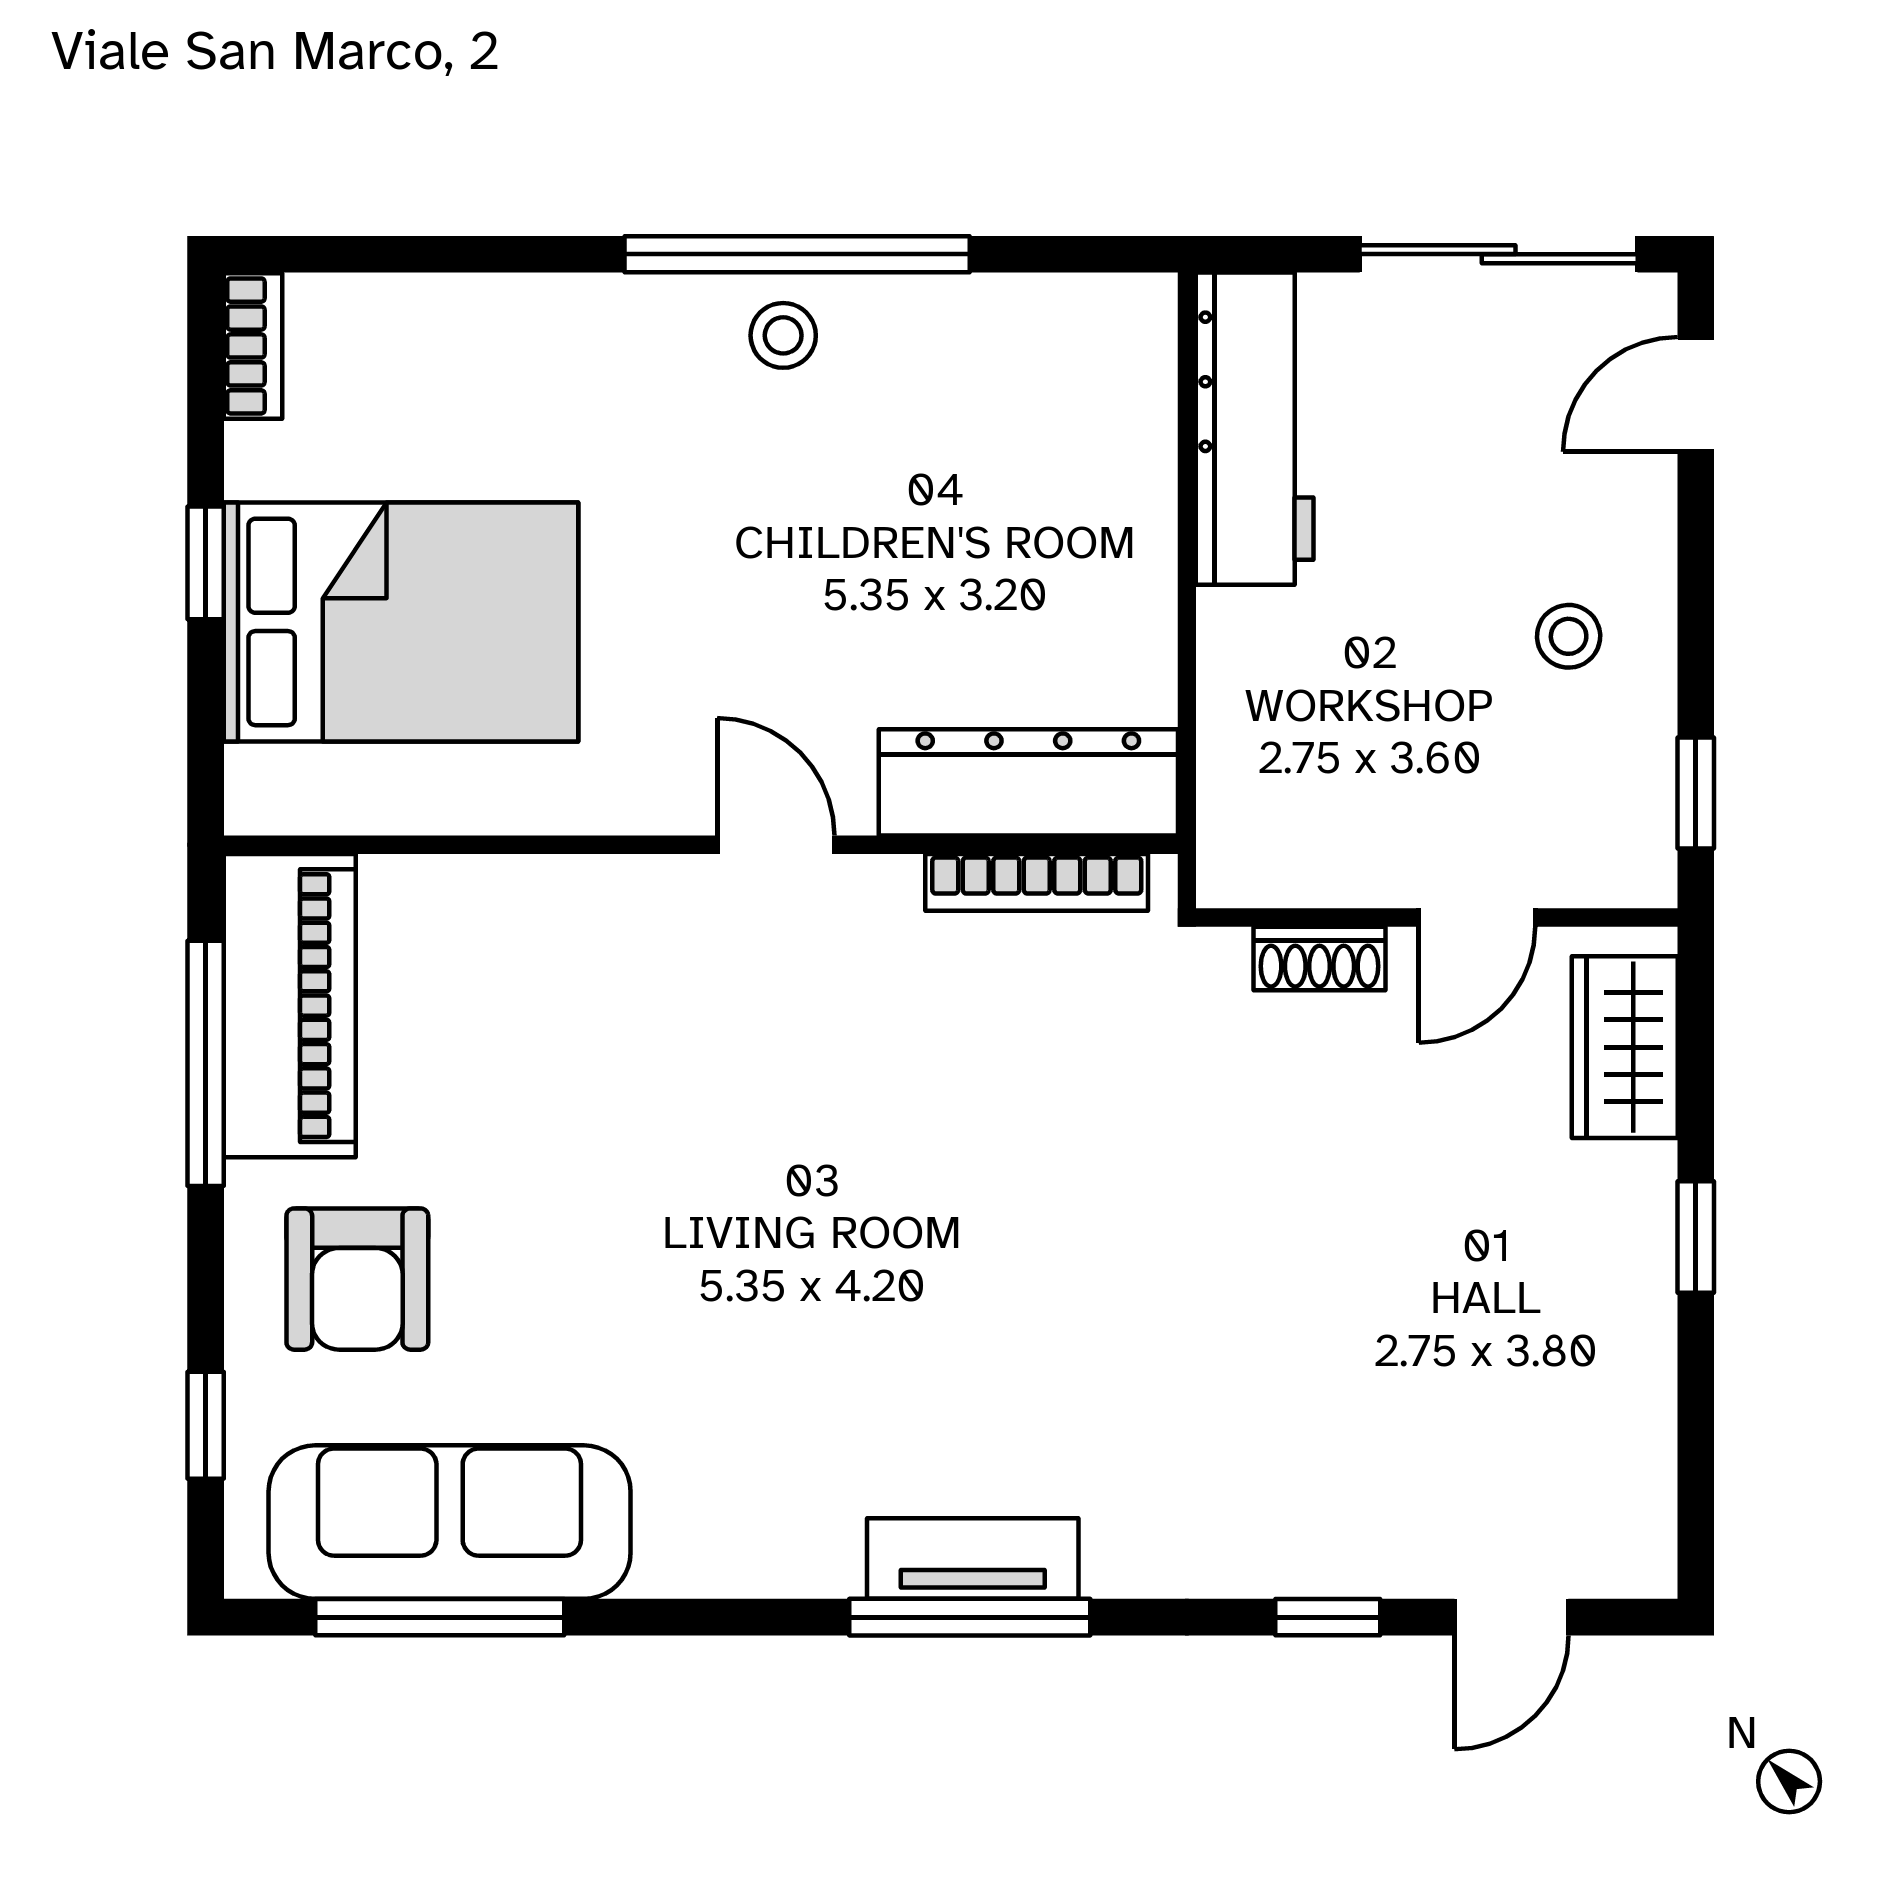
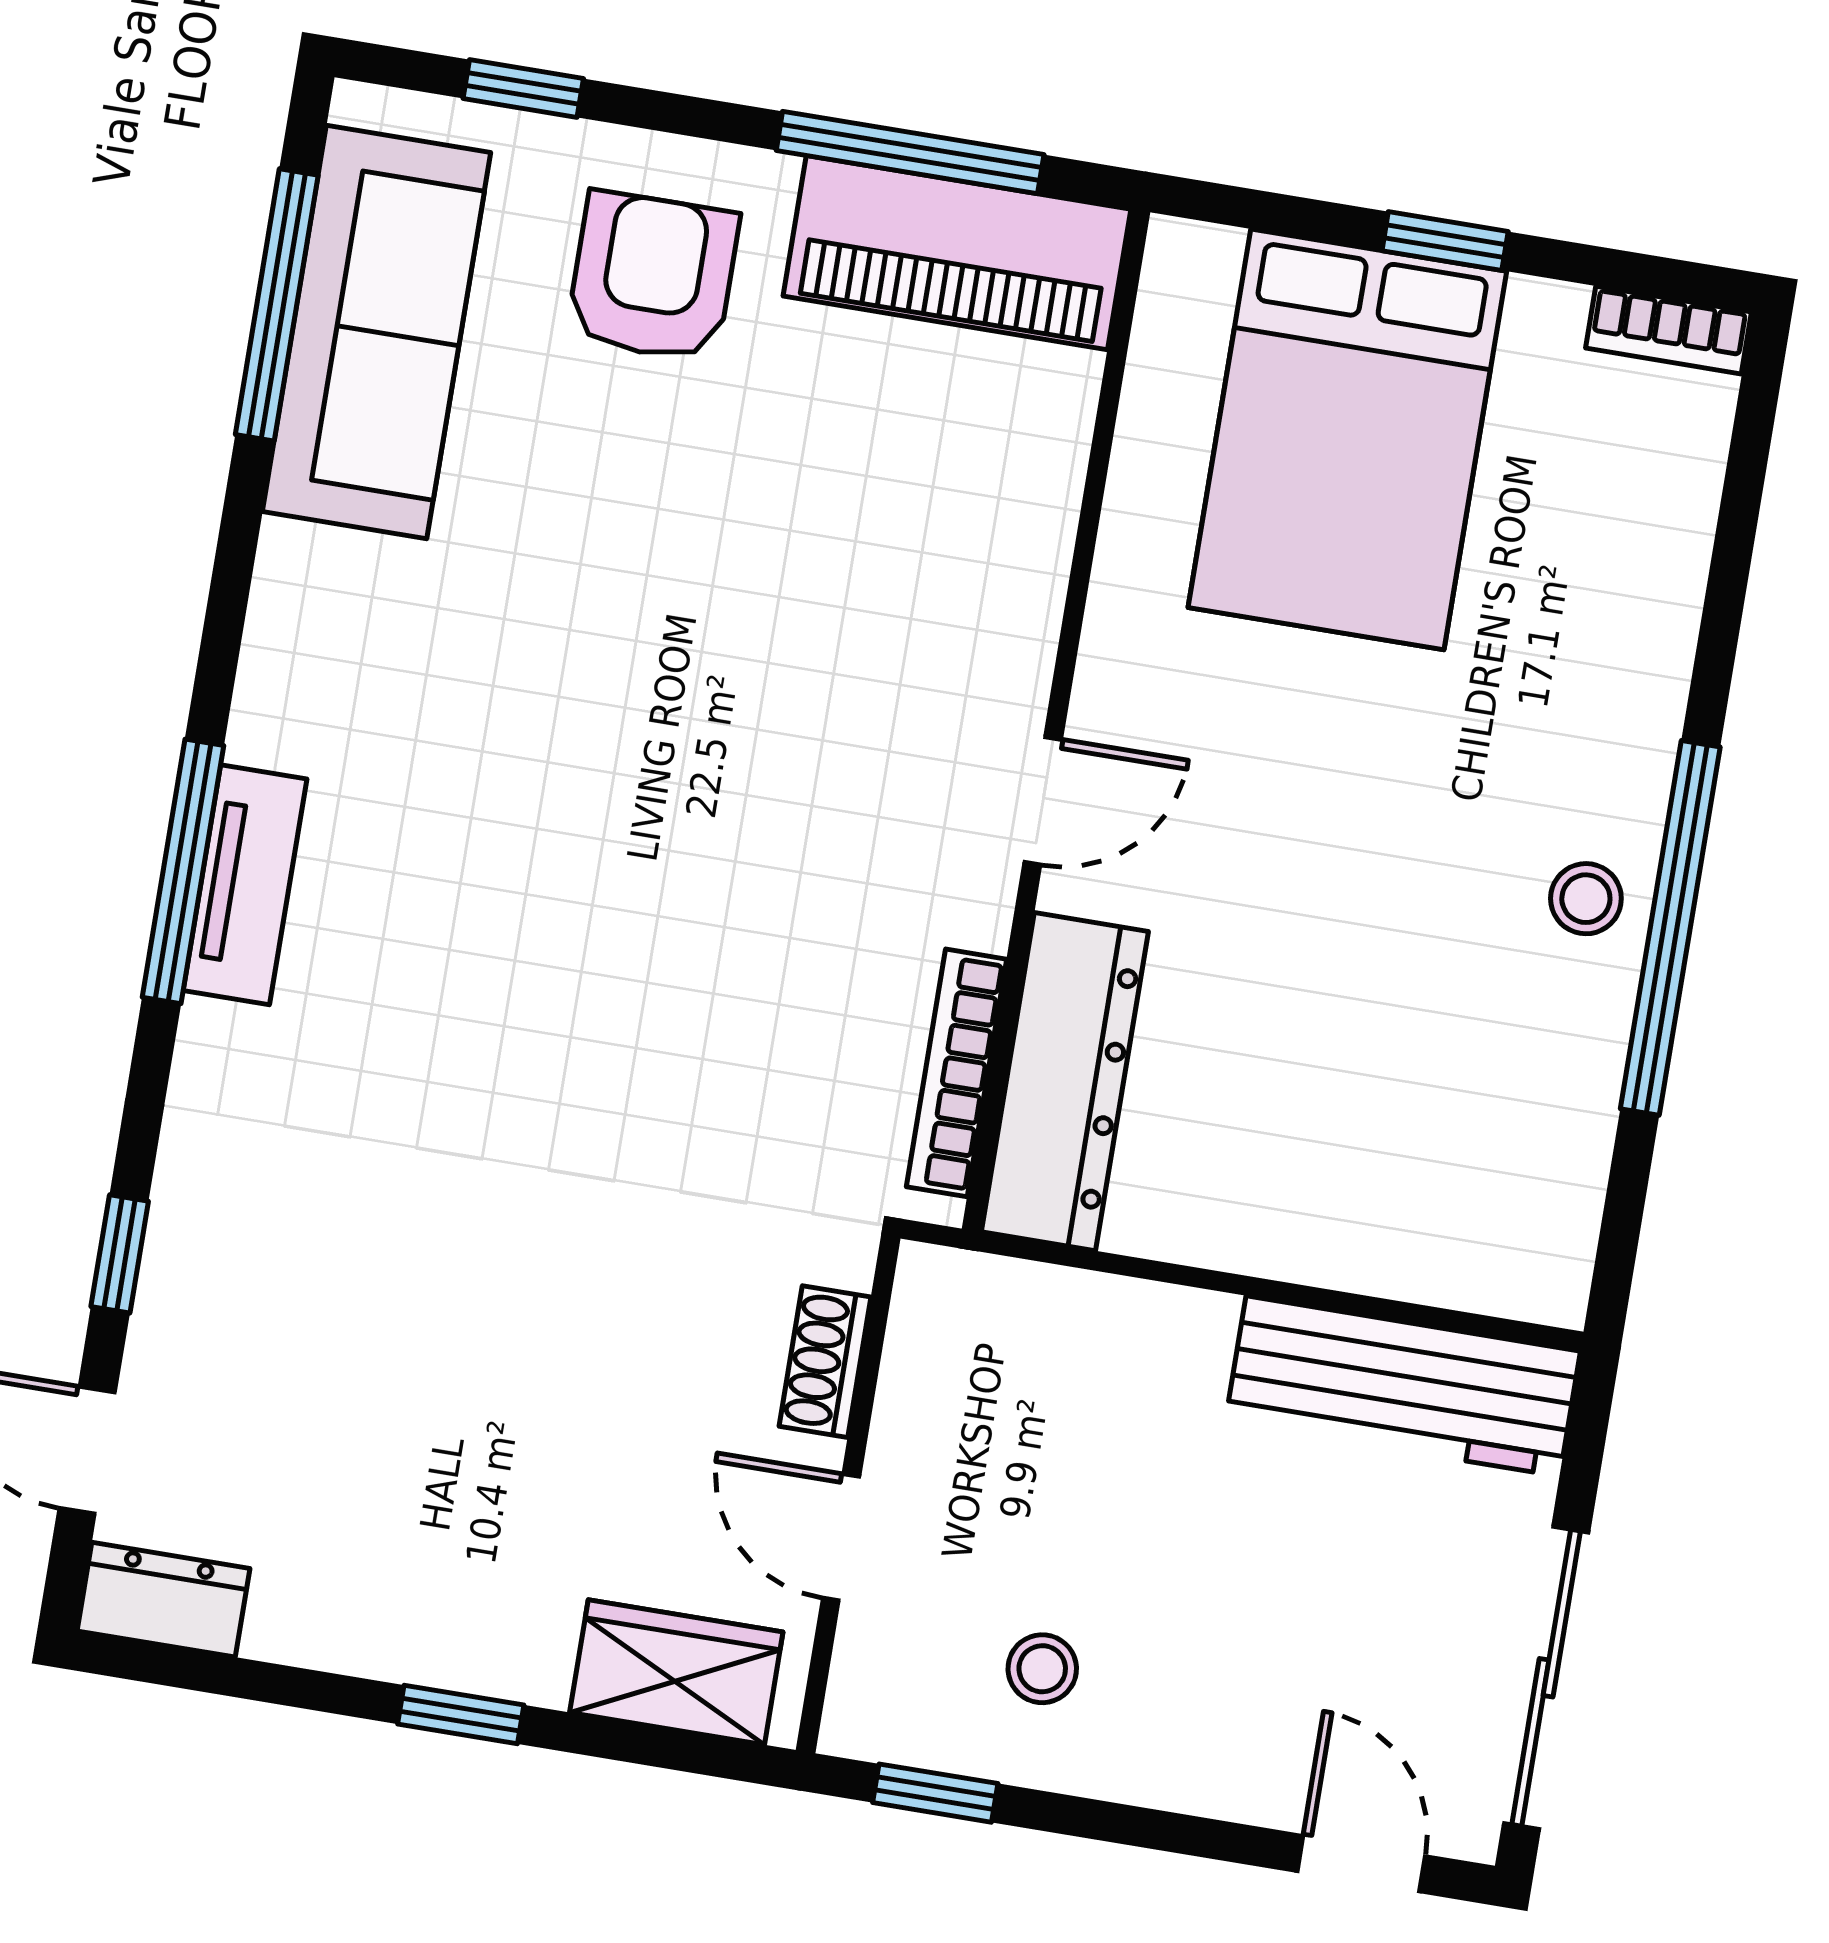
stool: (1569, 636) -> (1042, 1669), moved
armchair: (357, 1279) -> (653, 277), turned 90
dresser: (1636, 1525) -> (164, 1600), added

